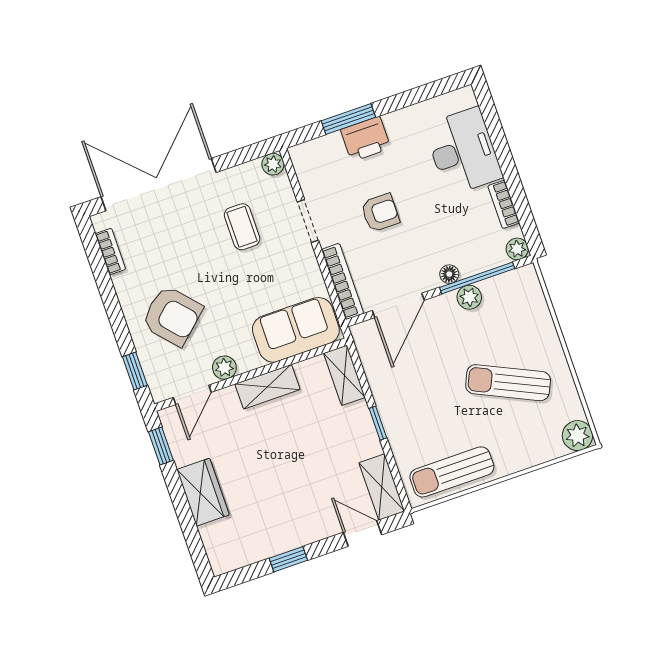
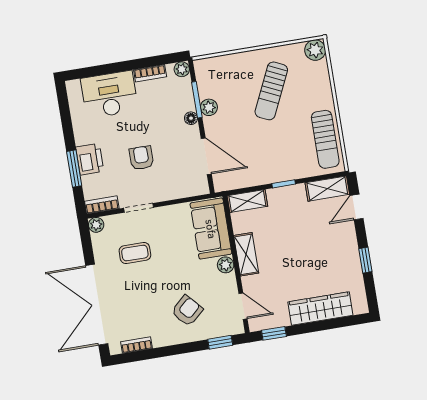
window: (477, 278) -> (197, 100), width x0.69
bookcase: (343, 281) -> (102, 205), moved, width x0.64
armchair: (172, 316) -> (187, 311), width x0.72, depth x0.72
plant: (224, 368) -> (226, 265), moved
wardrobe: (203, 492) -> (320, 309), width x1.50

